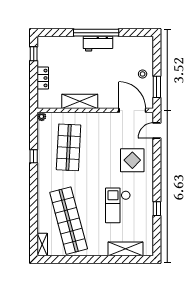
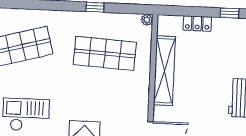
shelving: (80, 101) -> (164, 71), width x1.47

